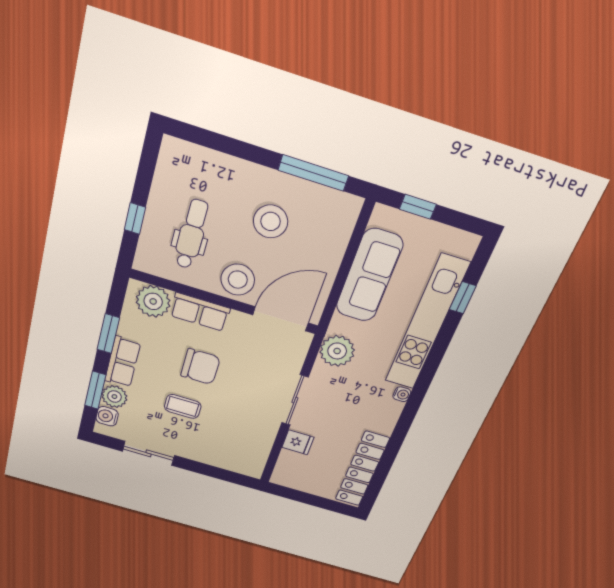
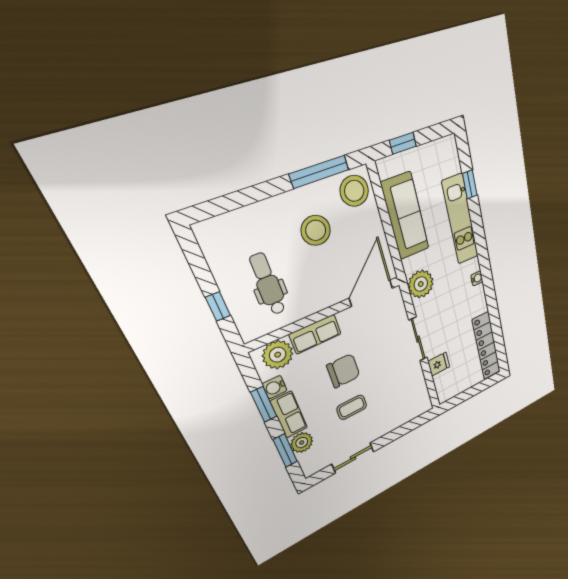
stool: (238, 280) -> (354, 191), moved
kitchen unit: (426, 323) -> (460, 220), width x0.73
water cooler: (107, 416) -> (275, 387), moved

